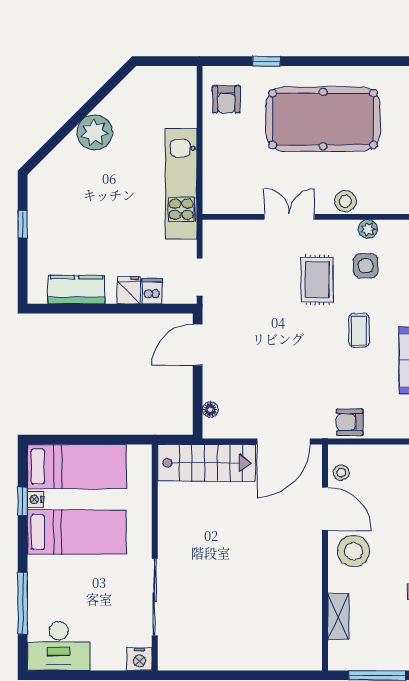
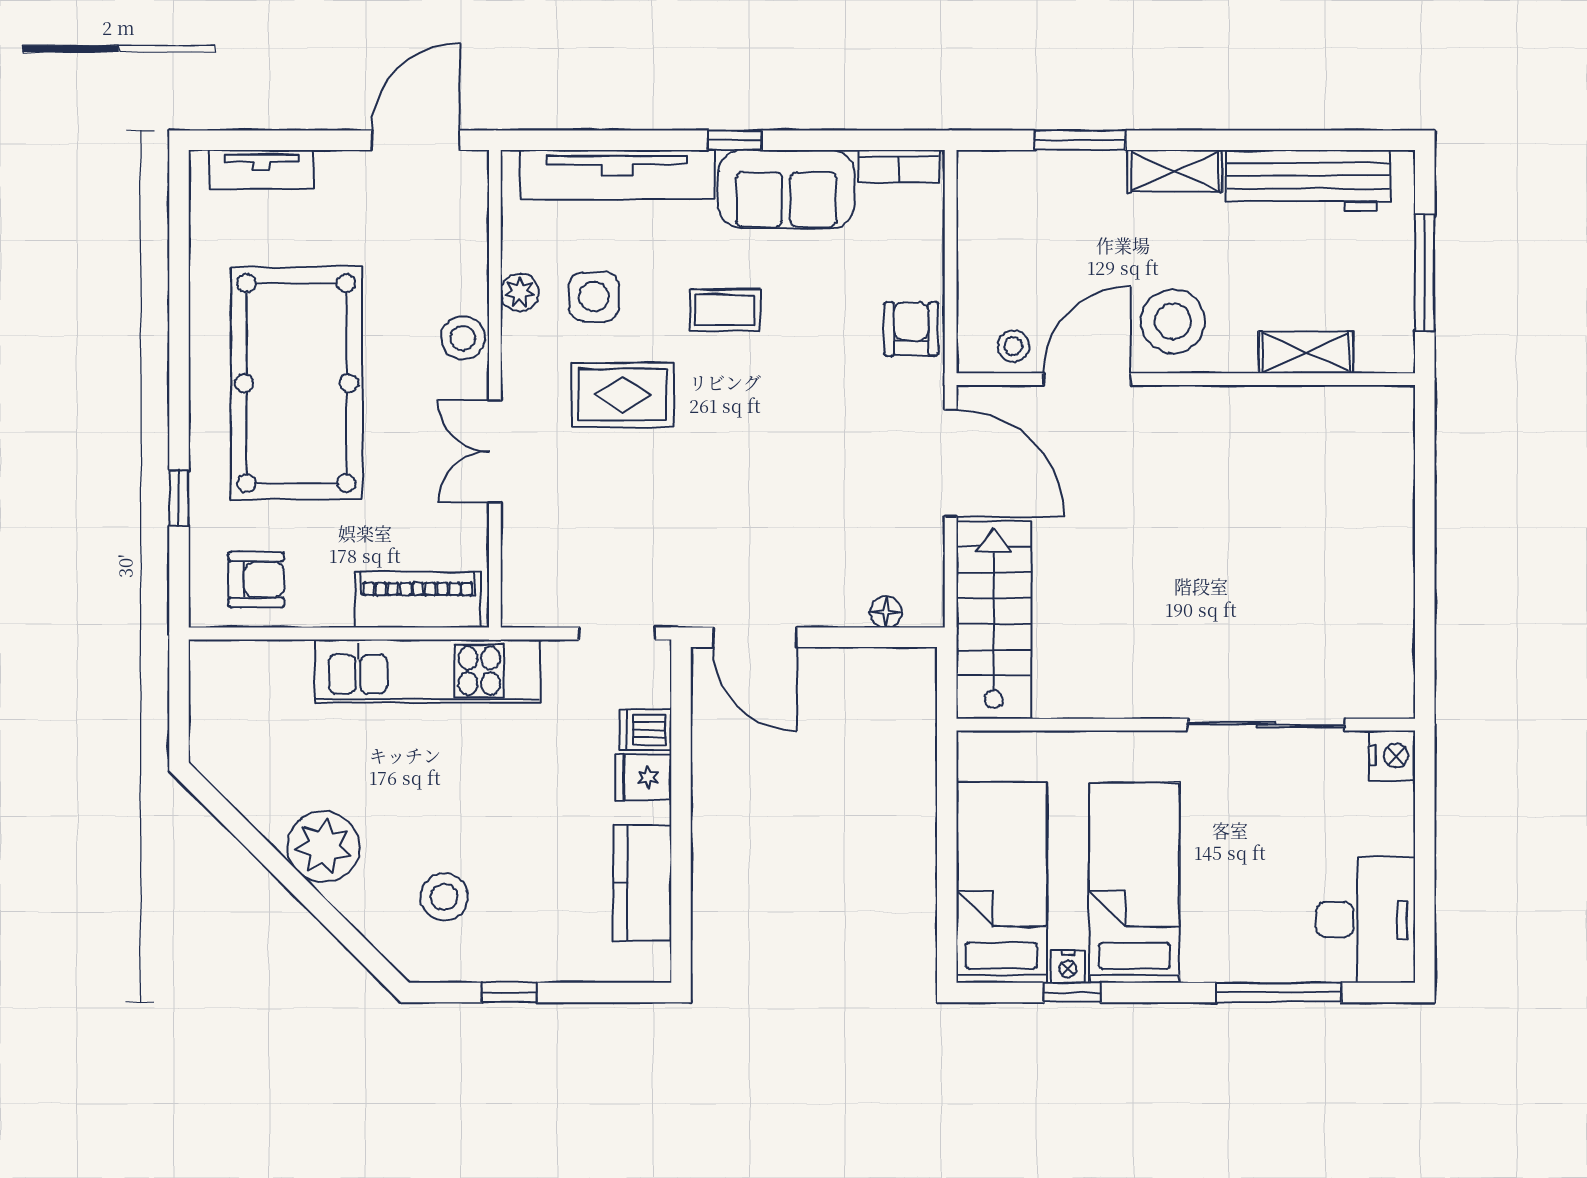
piano: (216, 179) -> (418, 600), added
stool: (70, 192) -> (444, 897), added
armchair: (350, 422) -> (911, 329), turned 180

